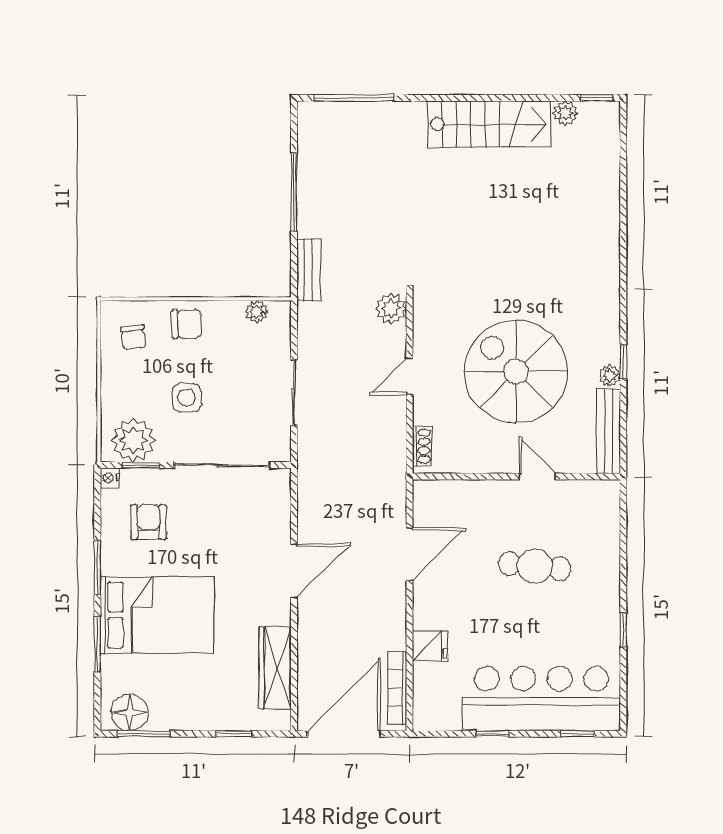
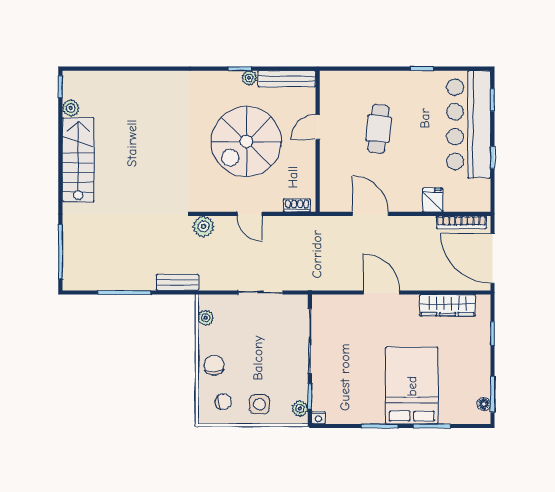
side table: (187, 398) -> (259, 404), moved
plant: (133, 440) -> (300, 409), width x0.53, depth x0.53
armchair: (148, 522) -> (349, 391), removed
floor lamp: (130, 712) -> (484, 404), width x0.53, depth x0.53

